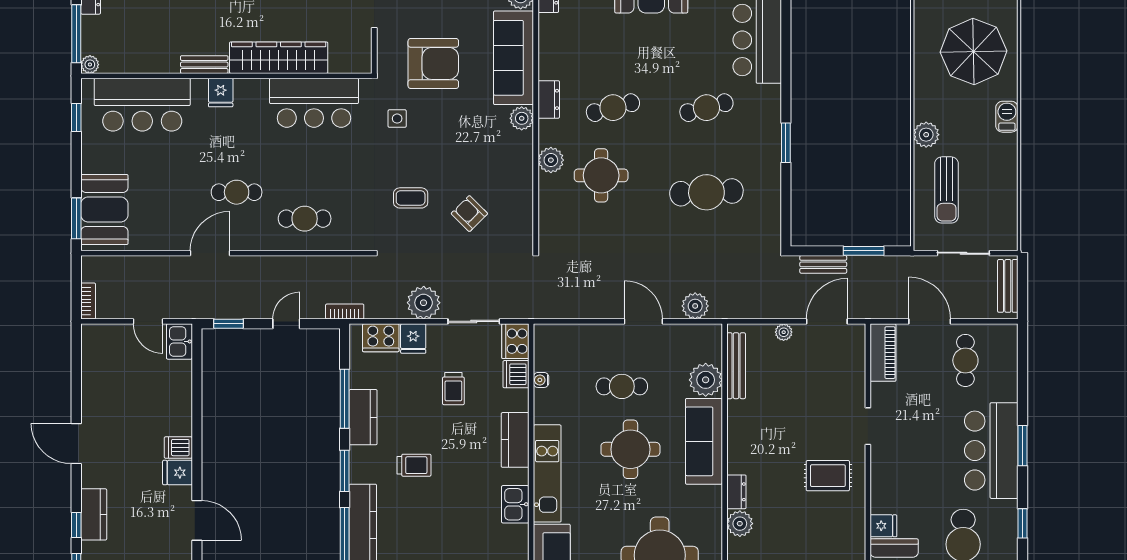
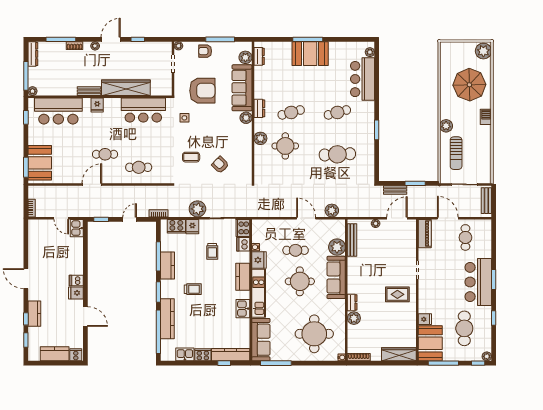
fridge: (548, 406) -> (259, 260), added

